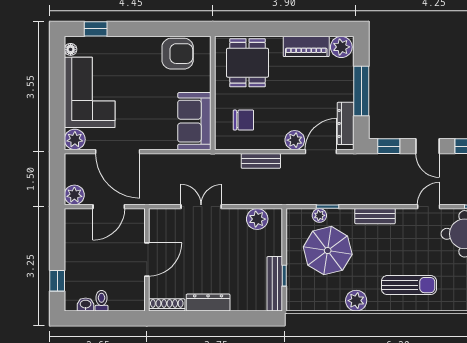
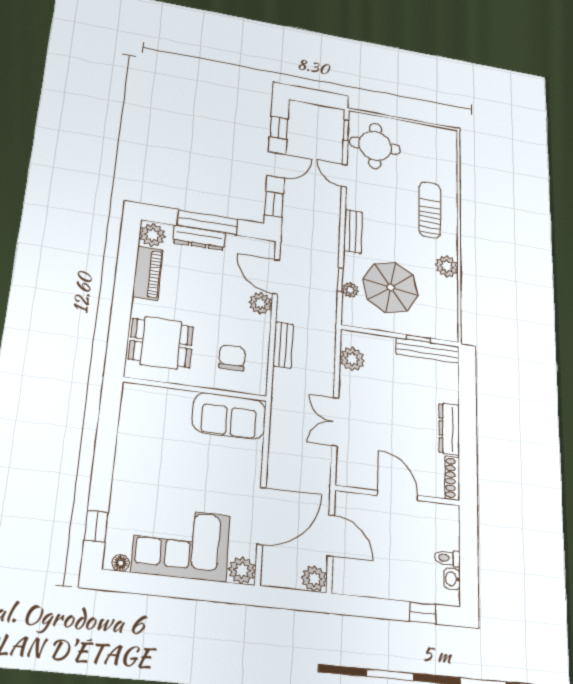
armchair: (178, 54) -> (141, 425), removed
dresser: (346, 123) -> (199, 238), moved

